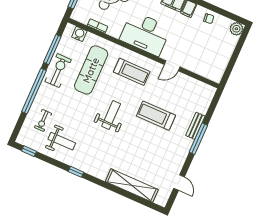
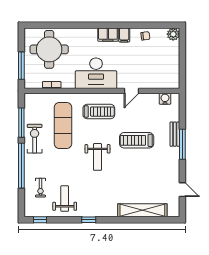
water cooler: (79, 34) -> (165, 99), moved
weight bench: (111, 115) -> (97, 157), turned 180
weight bench: (62, 141) -> (65, 199), turned -90

